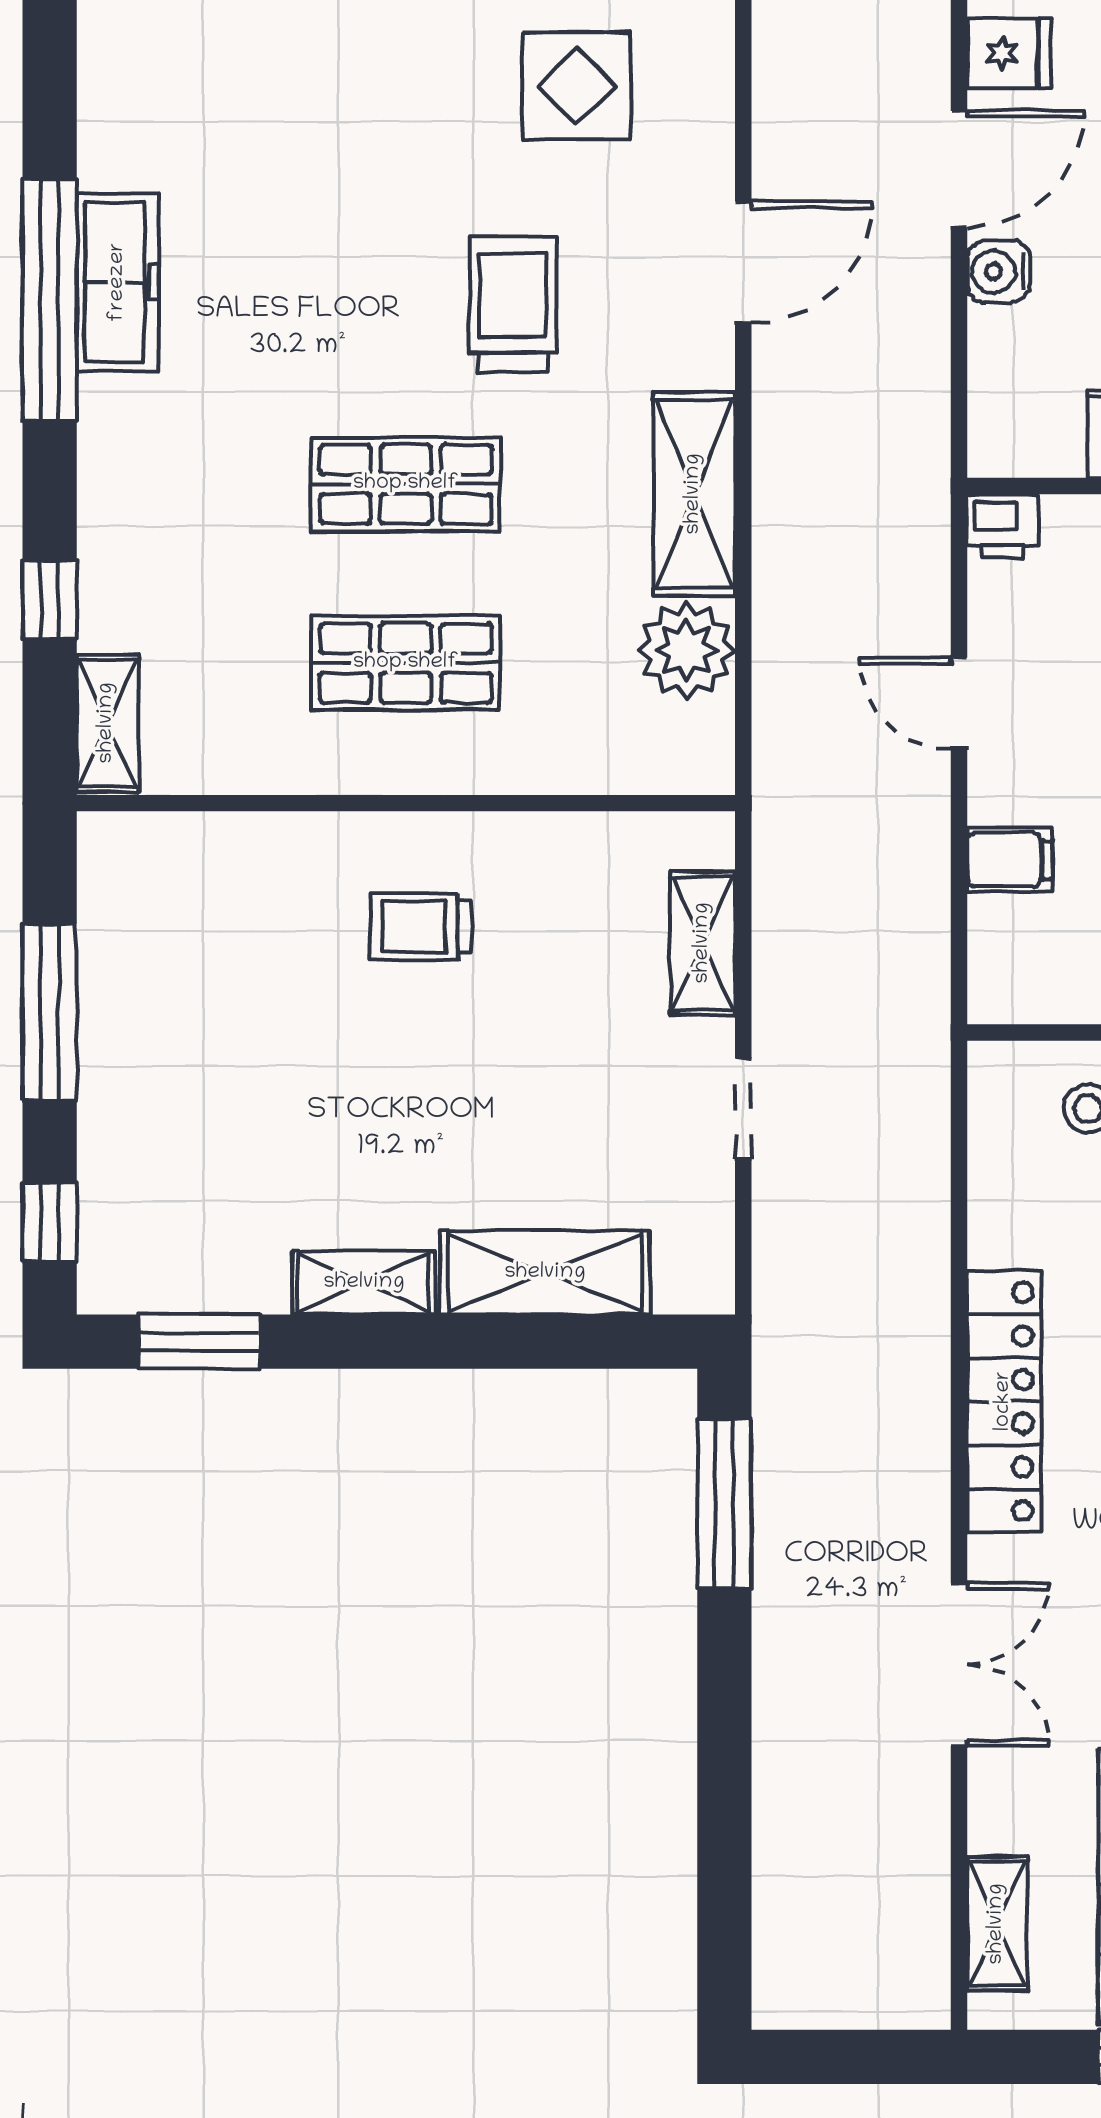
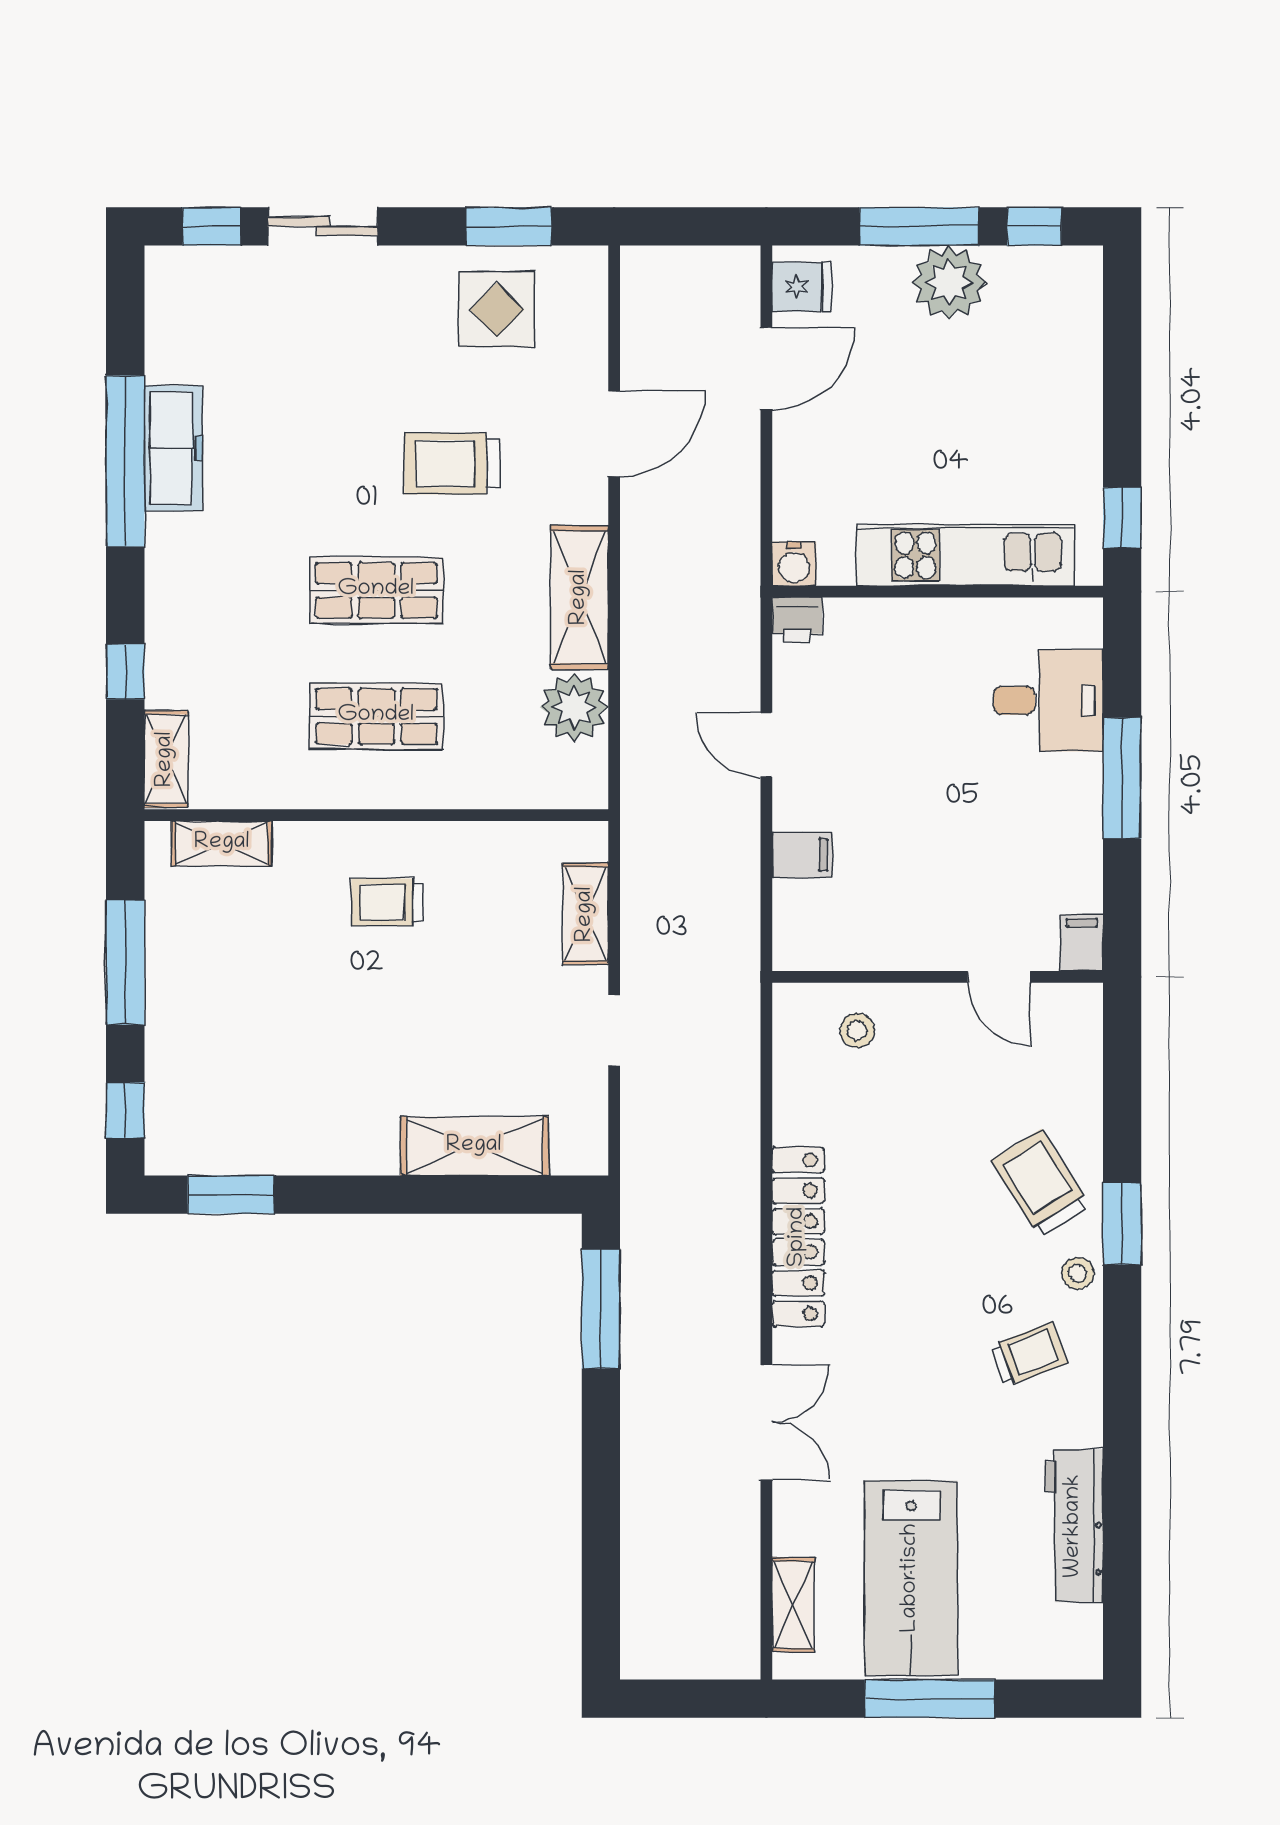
water cooler: (999, 272) -> (794, 564), moved, turned -90
trolley: (513, 304) -> (452, 464), turned -90
shelving: (364, 1283) -> (222, 843), moved

